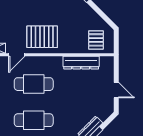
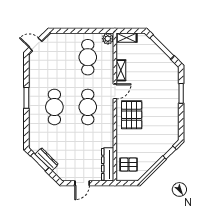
door: (17, 55) -> (115, 91), swing flipped
dresser: (81, 63) -> (108, 164), moved

